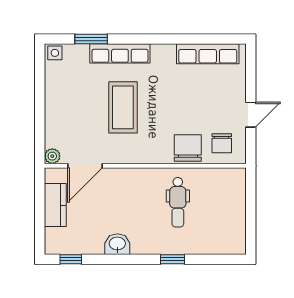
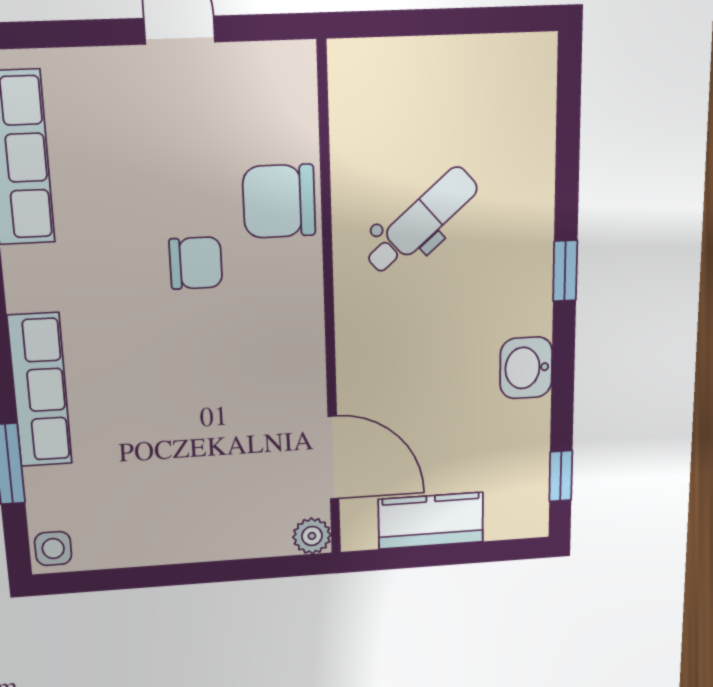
coffee table: (123, 107) -> (181, 374), removed
chair: (222, 143) -> (196, 263), moved
dental chair: (178, 202) -> (421, 221), turned -41
window: (172, 259) -> (565, 271), moved

